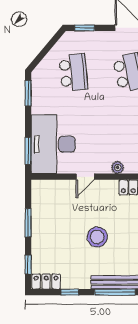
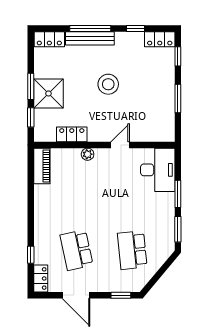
desk: (53, 144) -> (158, 170), width x0.73, depth x0.77
window: (28, 151) -> (178, 194), moved

